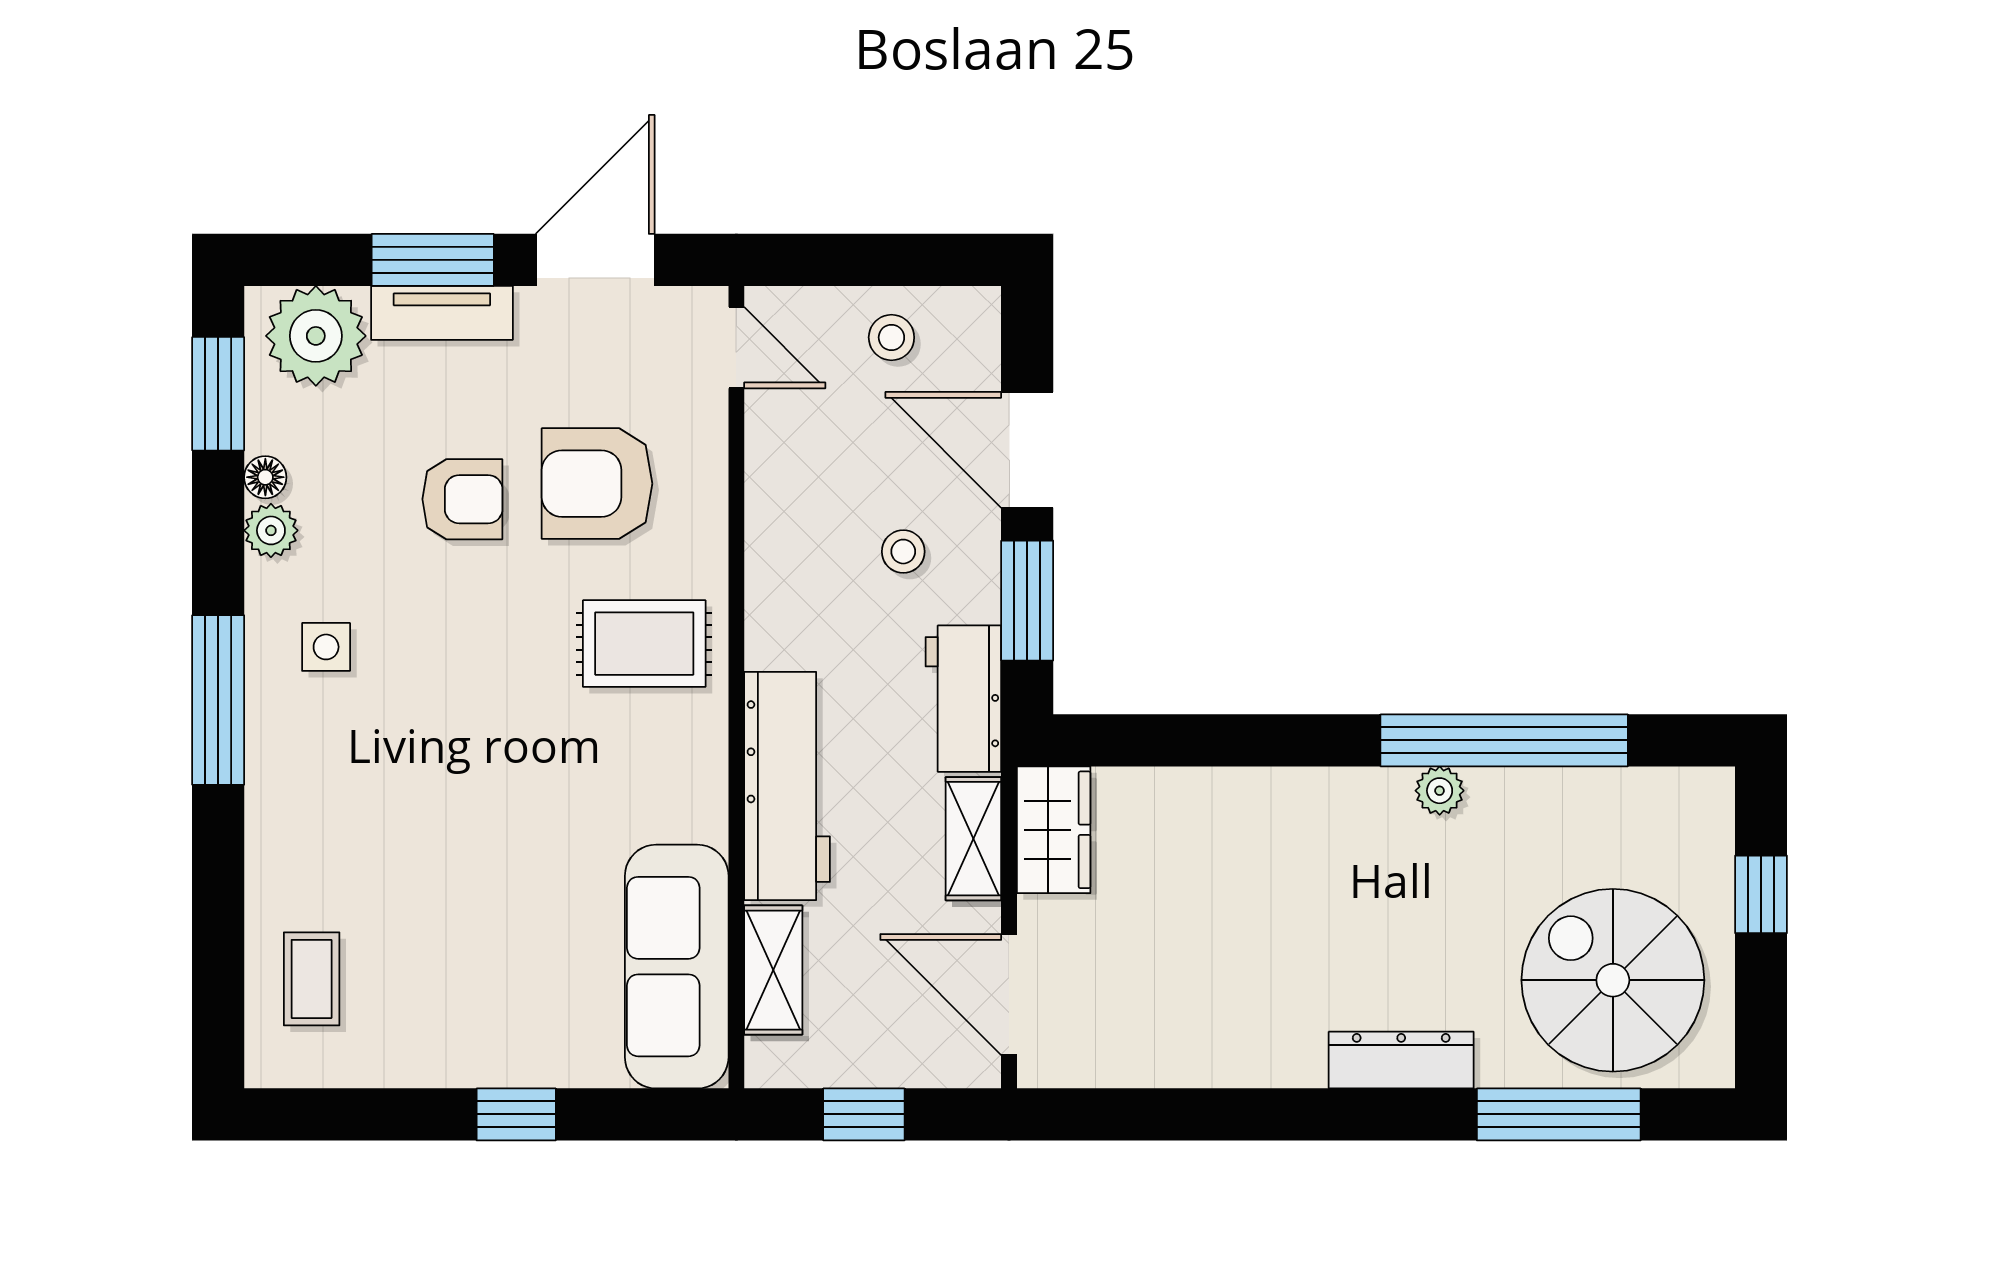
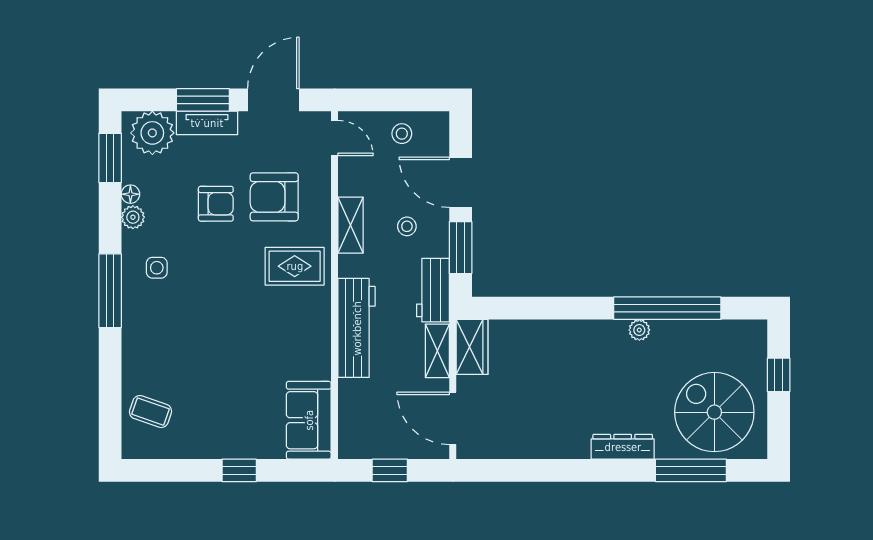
sofa: (677, 967) -> (309, 420), width x0.73
shelving: (773, 970) -> (351, 225), moved
coffee table: (312, 979) -> (151, 412), turned -71

